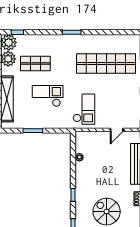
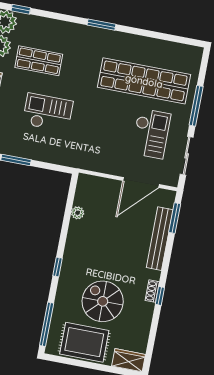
checkout: (84, 109) -> (151, 134), moved
door: (117, 130) -> (141, 183), width x1.87

